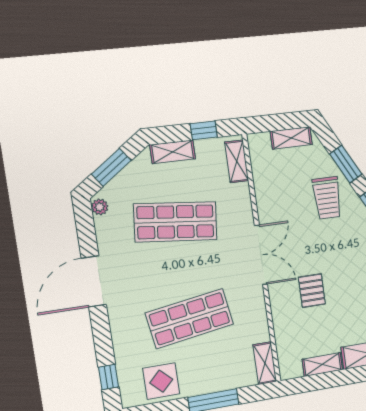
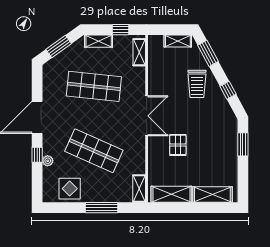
window: (346, 164) -> (208, 53), moved
plant: (100, 207) -> (48, 161), moved
shop shelf: (190, 319) -> (94, 151), turned 33
shelving: (322, 364) -> (171, 194), width x1.50, depth x1.33
window: (109, 377) -> (37, 155), moved

